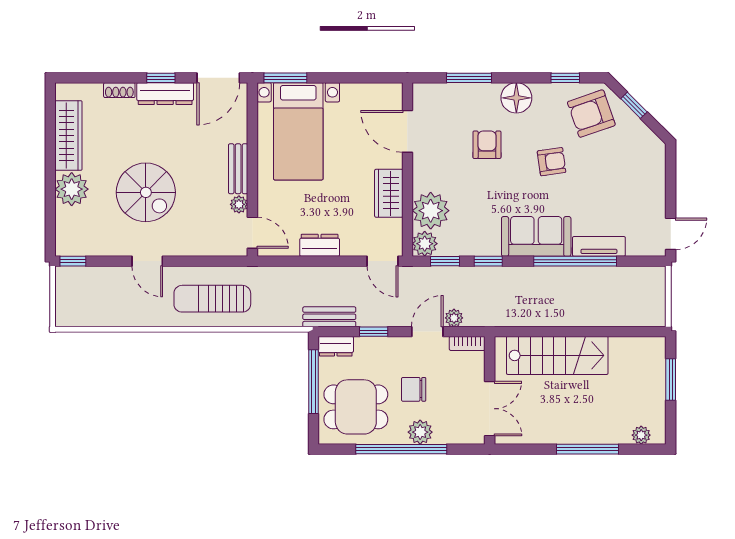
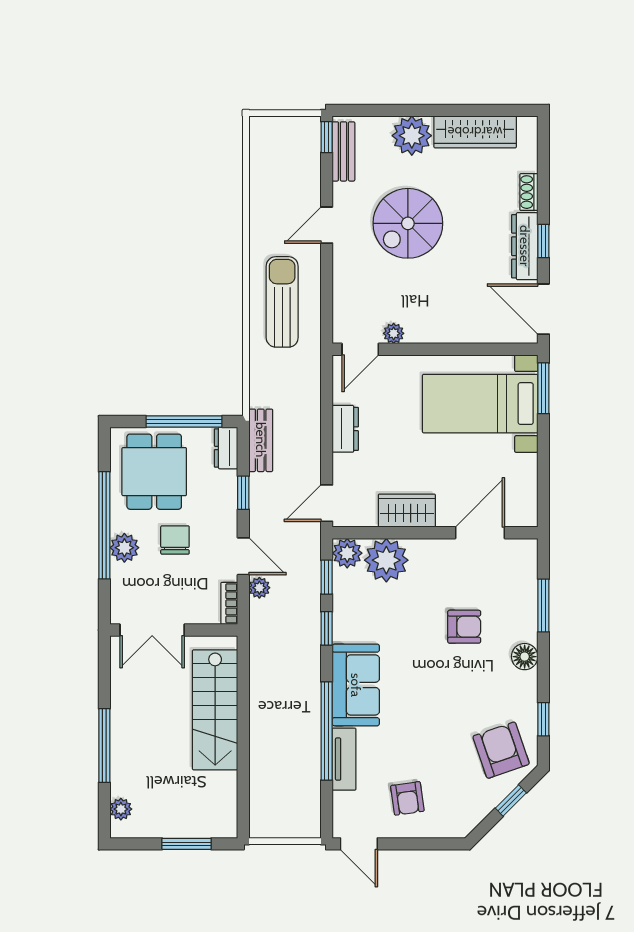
floor lamp: (516, 98) -> (525, 657), width x0.73, depth x0.73
armchair: (552, 162) -> (407, 798), moved
bench: (238, 169) -> (343, 151), moved, turned 90

